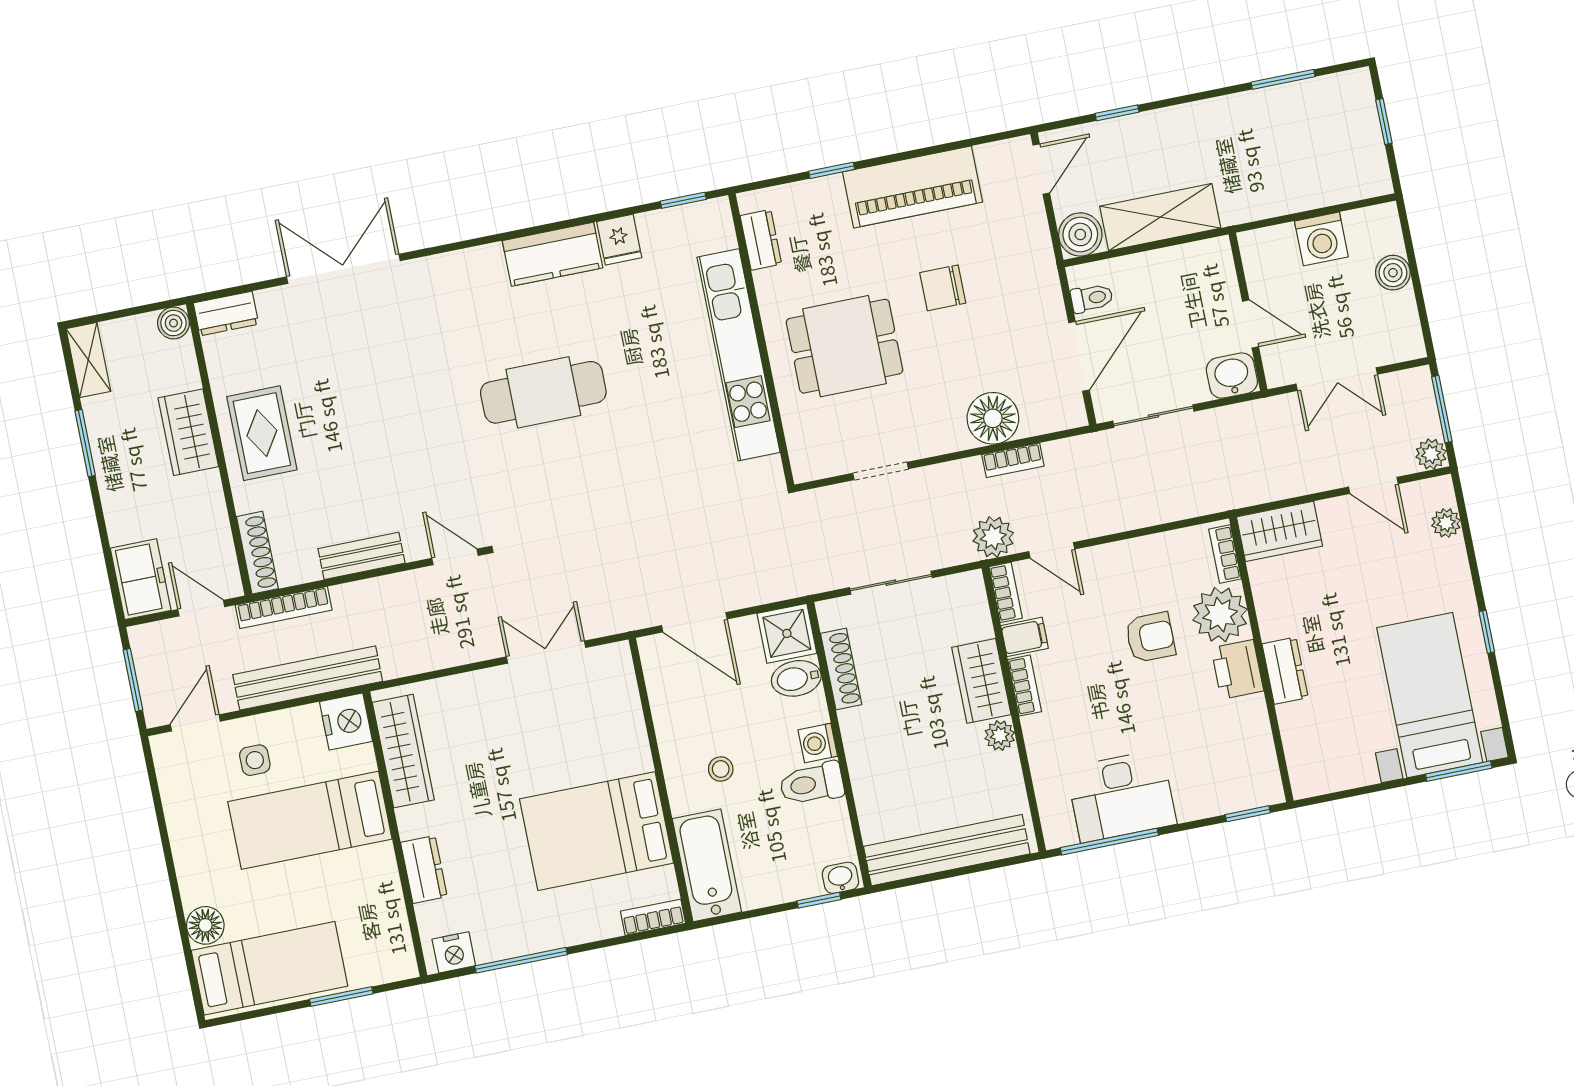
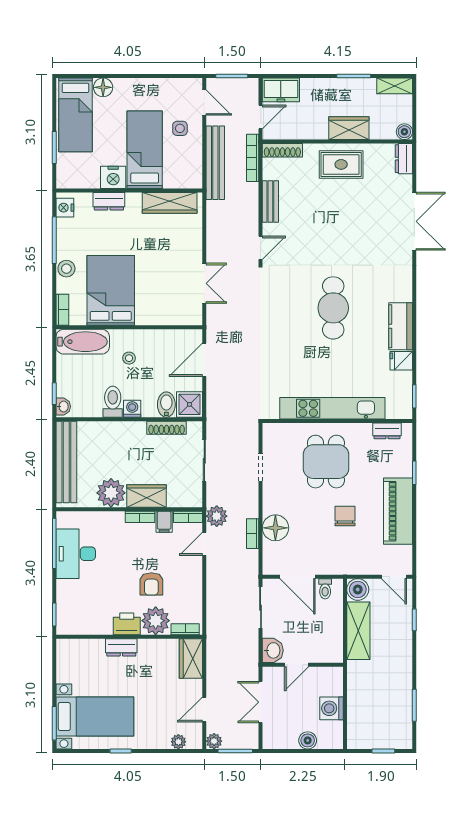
nightstand: (346, 722) -> (113, 177), moved
plant: (1000, 736) -> (111, 493), width x1.88, depth x1.88
stool: (572, 925) -> (66, 269), added

